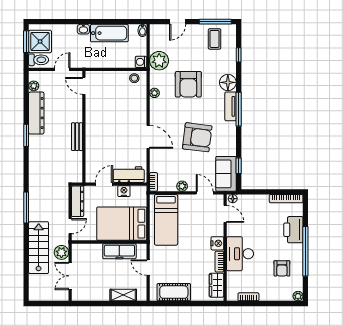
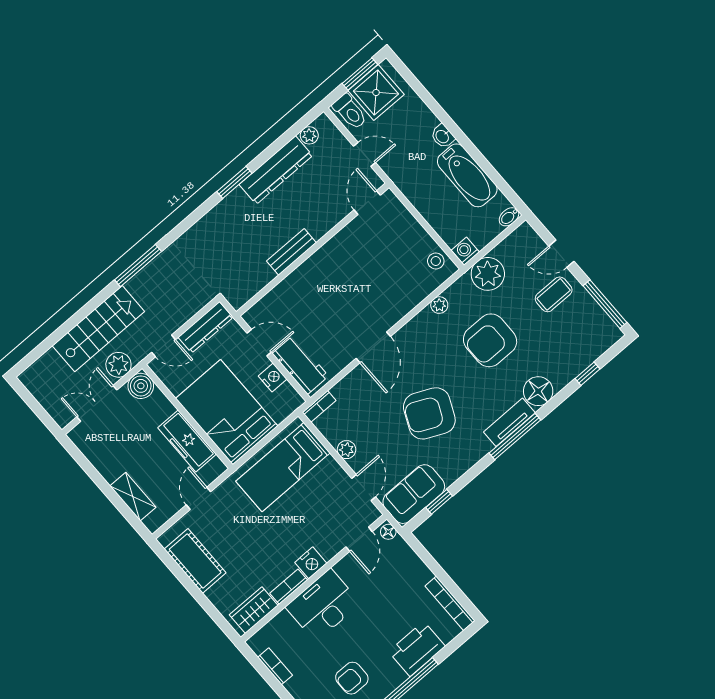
coffee table: (215, 39) -> (554, 294), moved
armchair: (197, 137) -> (429, 413), turned 108
boiler: (79, 251) -> (141, 386), added

